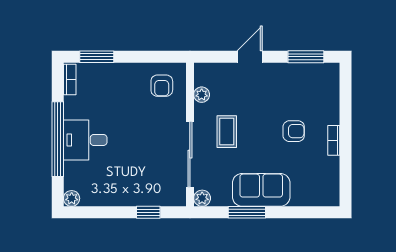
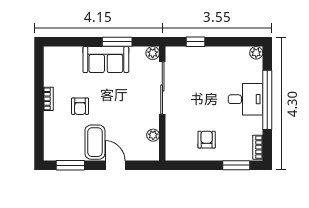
door: (250, 57) -> (115, 165), swing flipped
armchair: (162, 86) -> (207, 140), moved
armchair: (294, 131) -> (80, 106), turned -90
coffee table: (227, 132) -> (95, 142), moved, width x1.36, depth x1.30

